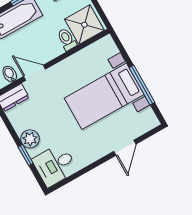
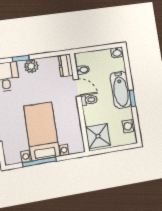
toilet: (67, 39) -> (89, 100), moved
door: (35, 73) -> (77, 88), hinge flipped

